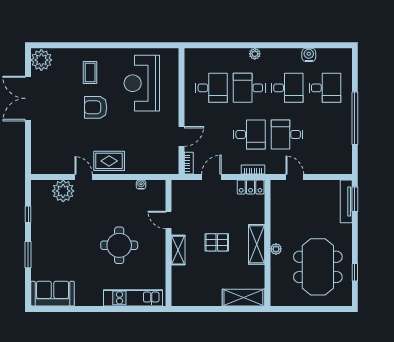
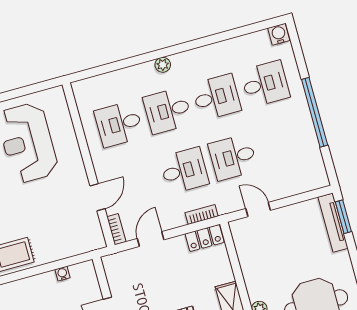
water cooler: (309, 55) -> (279, 34), moved
desk: (211, 88) -> (119, 124), turned 180

